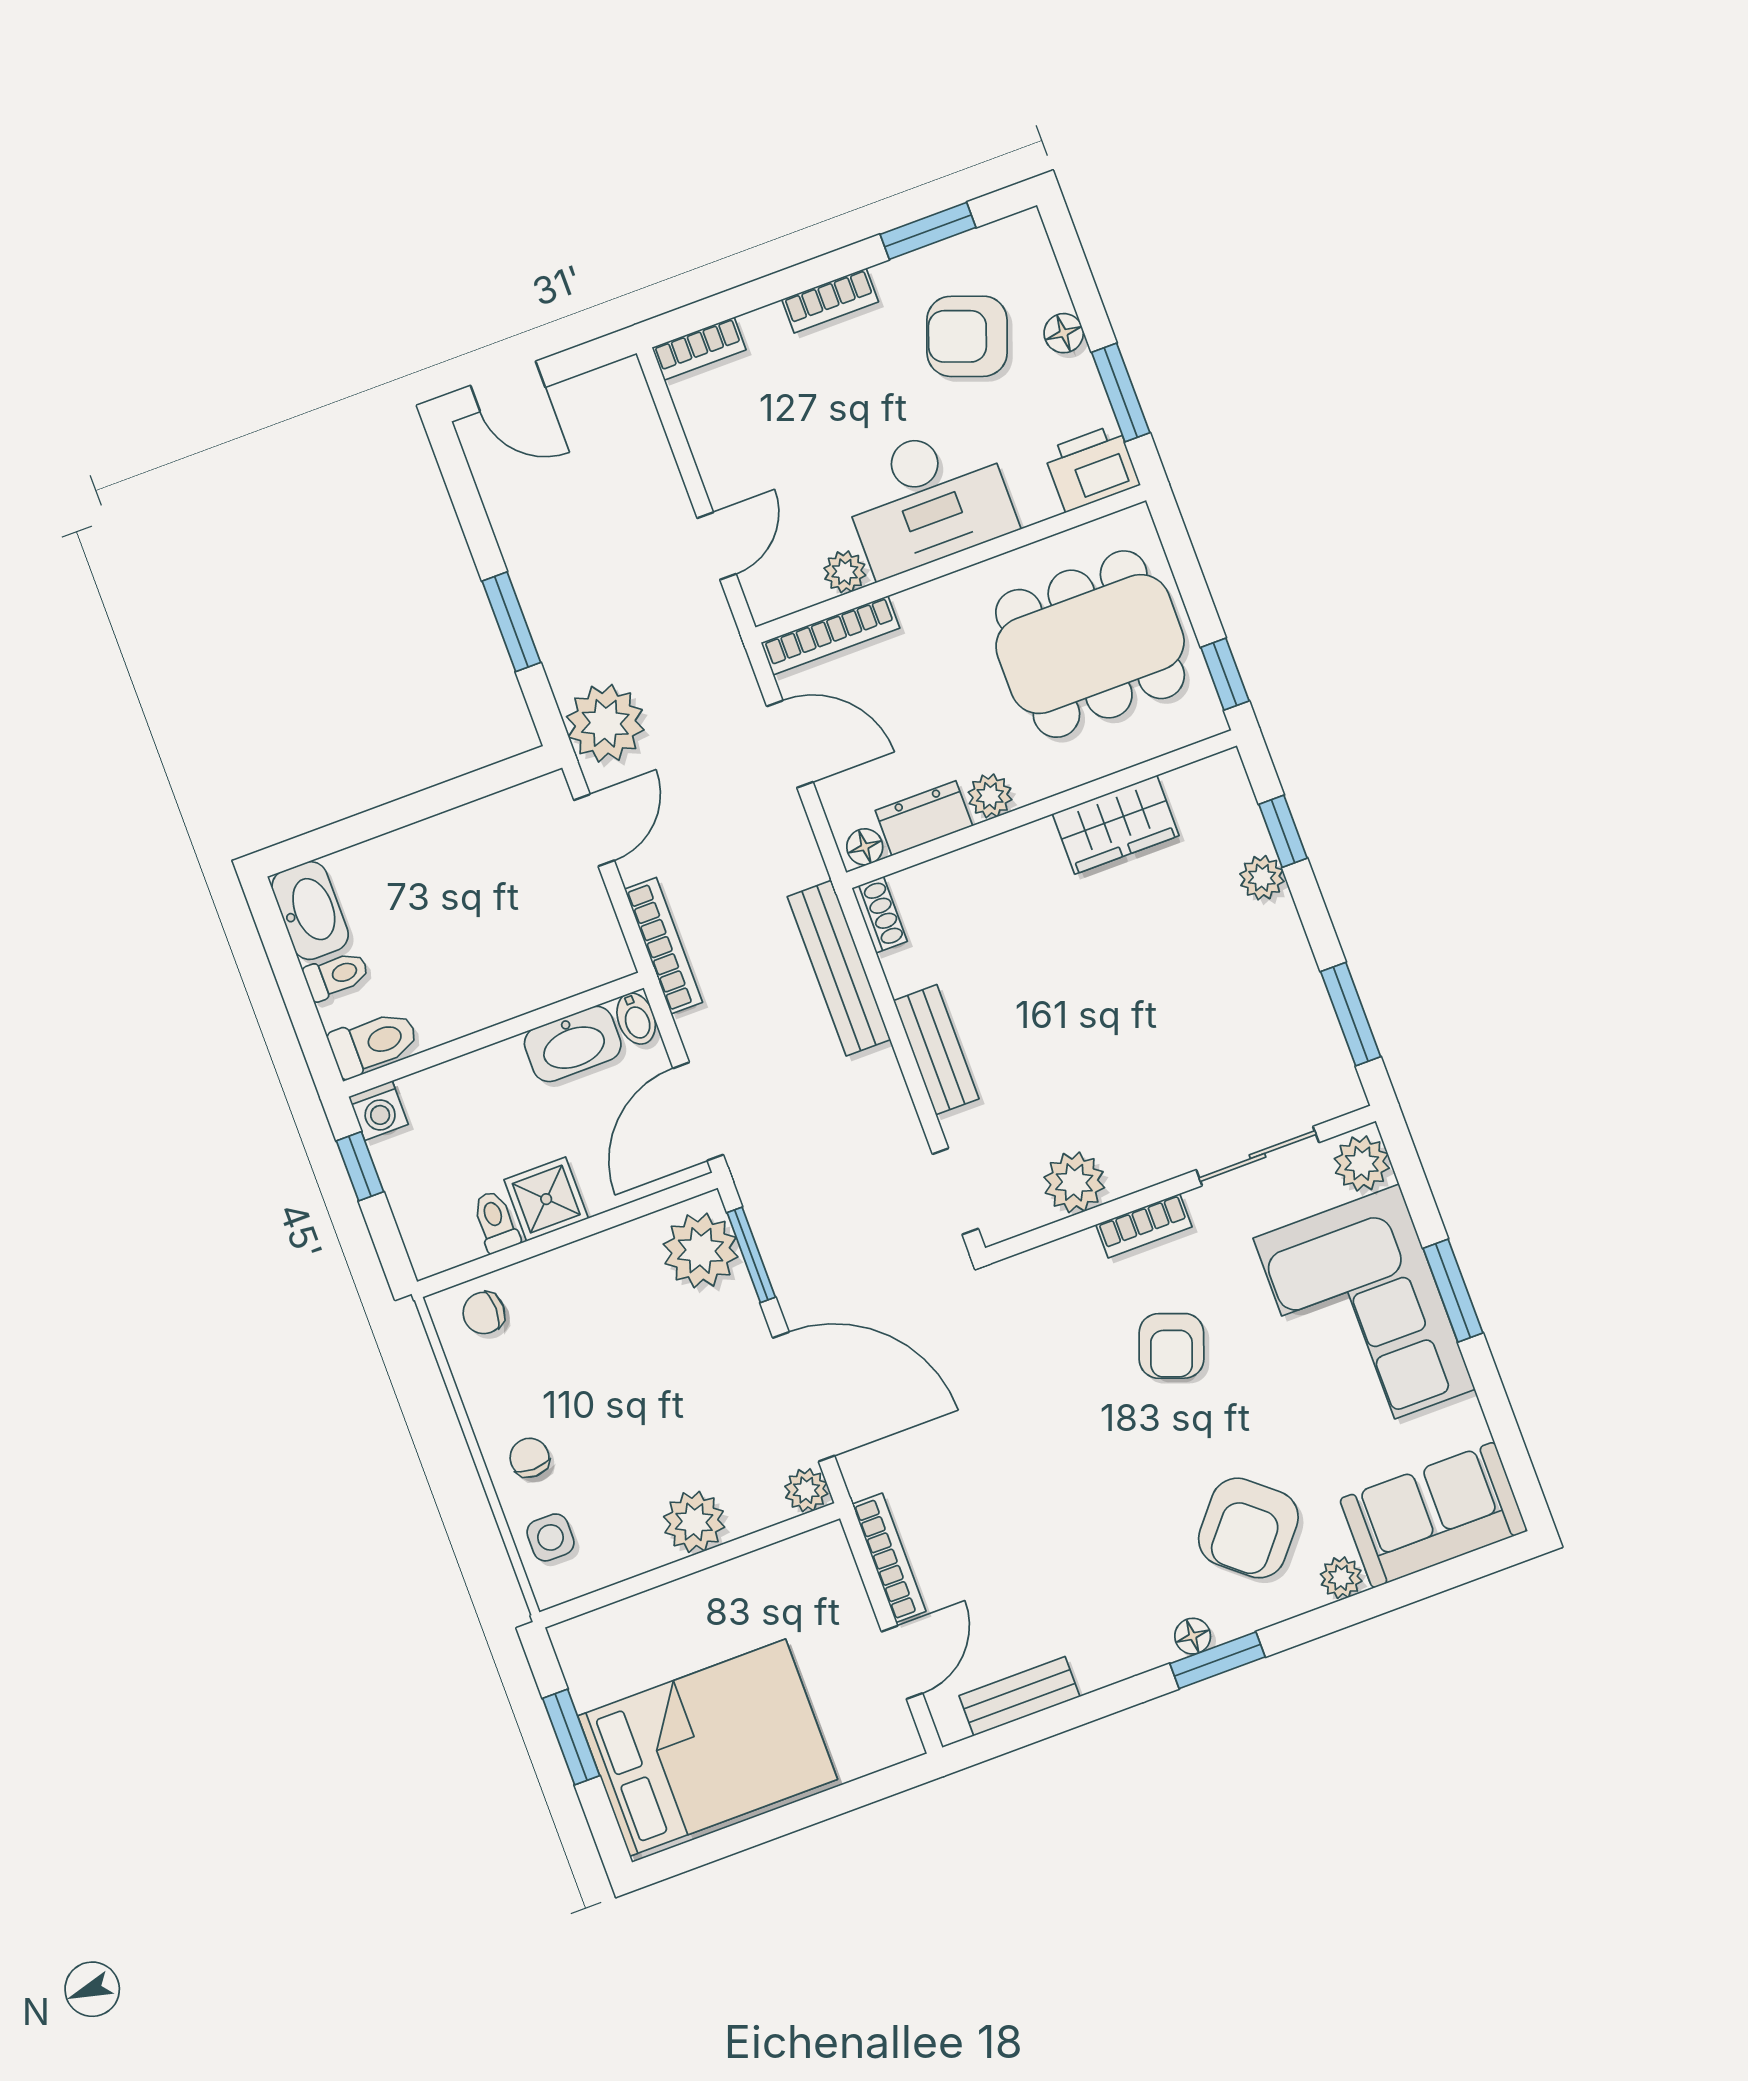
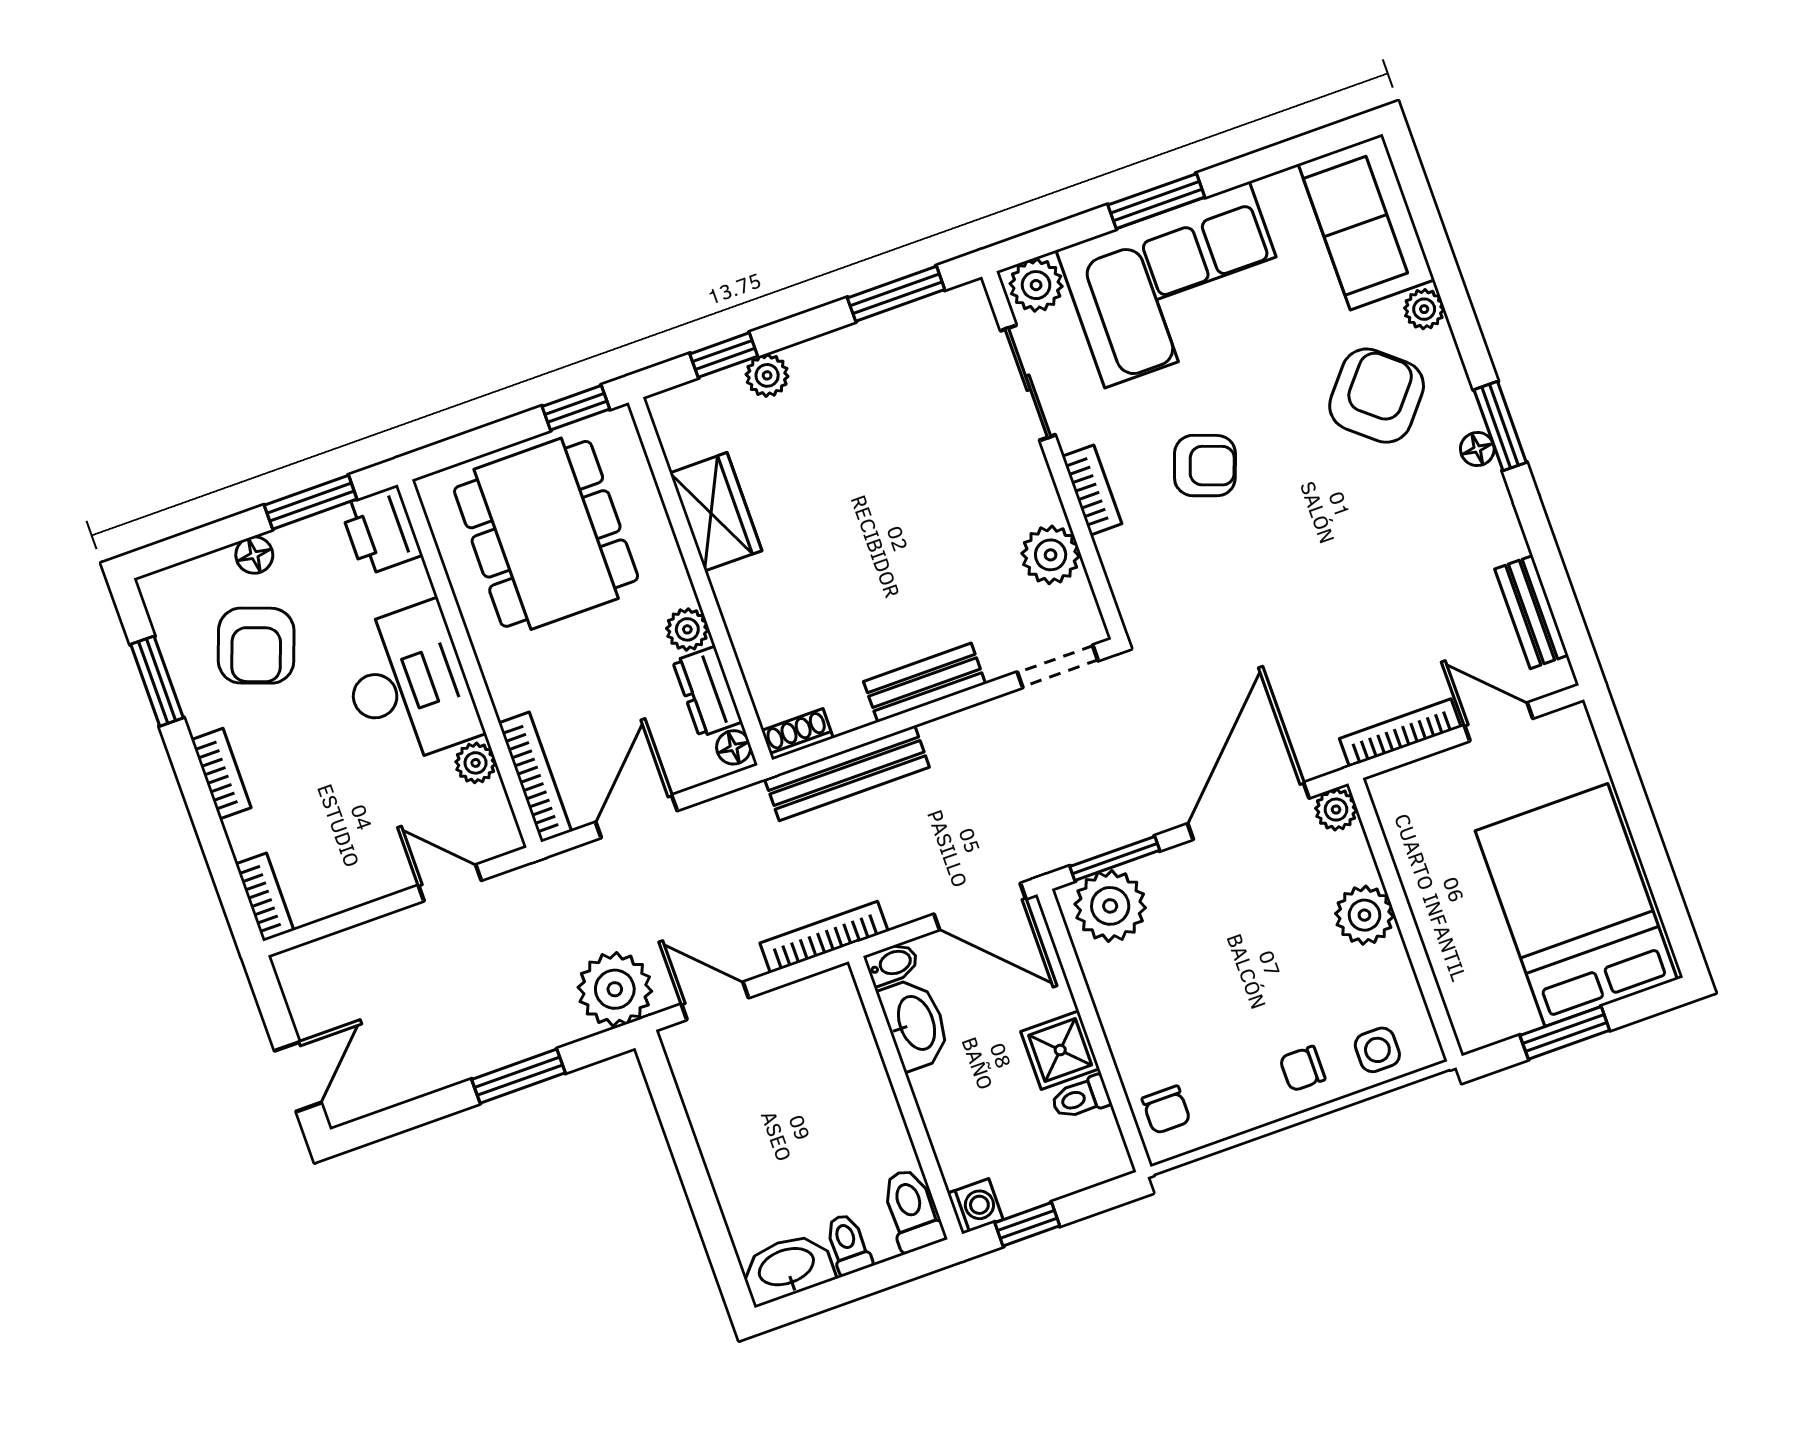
armchair: (1248, 1528) -> (1377, 396), turned -90

